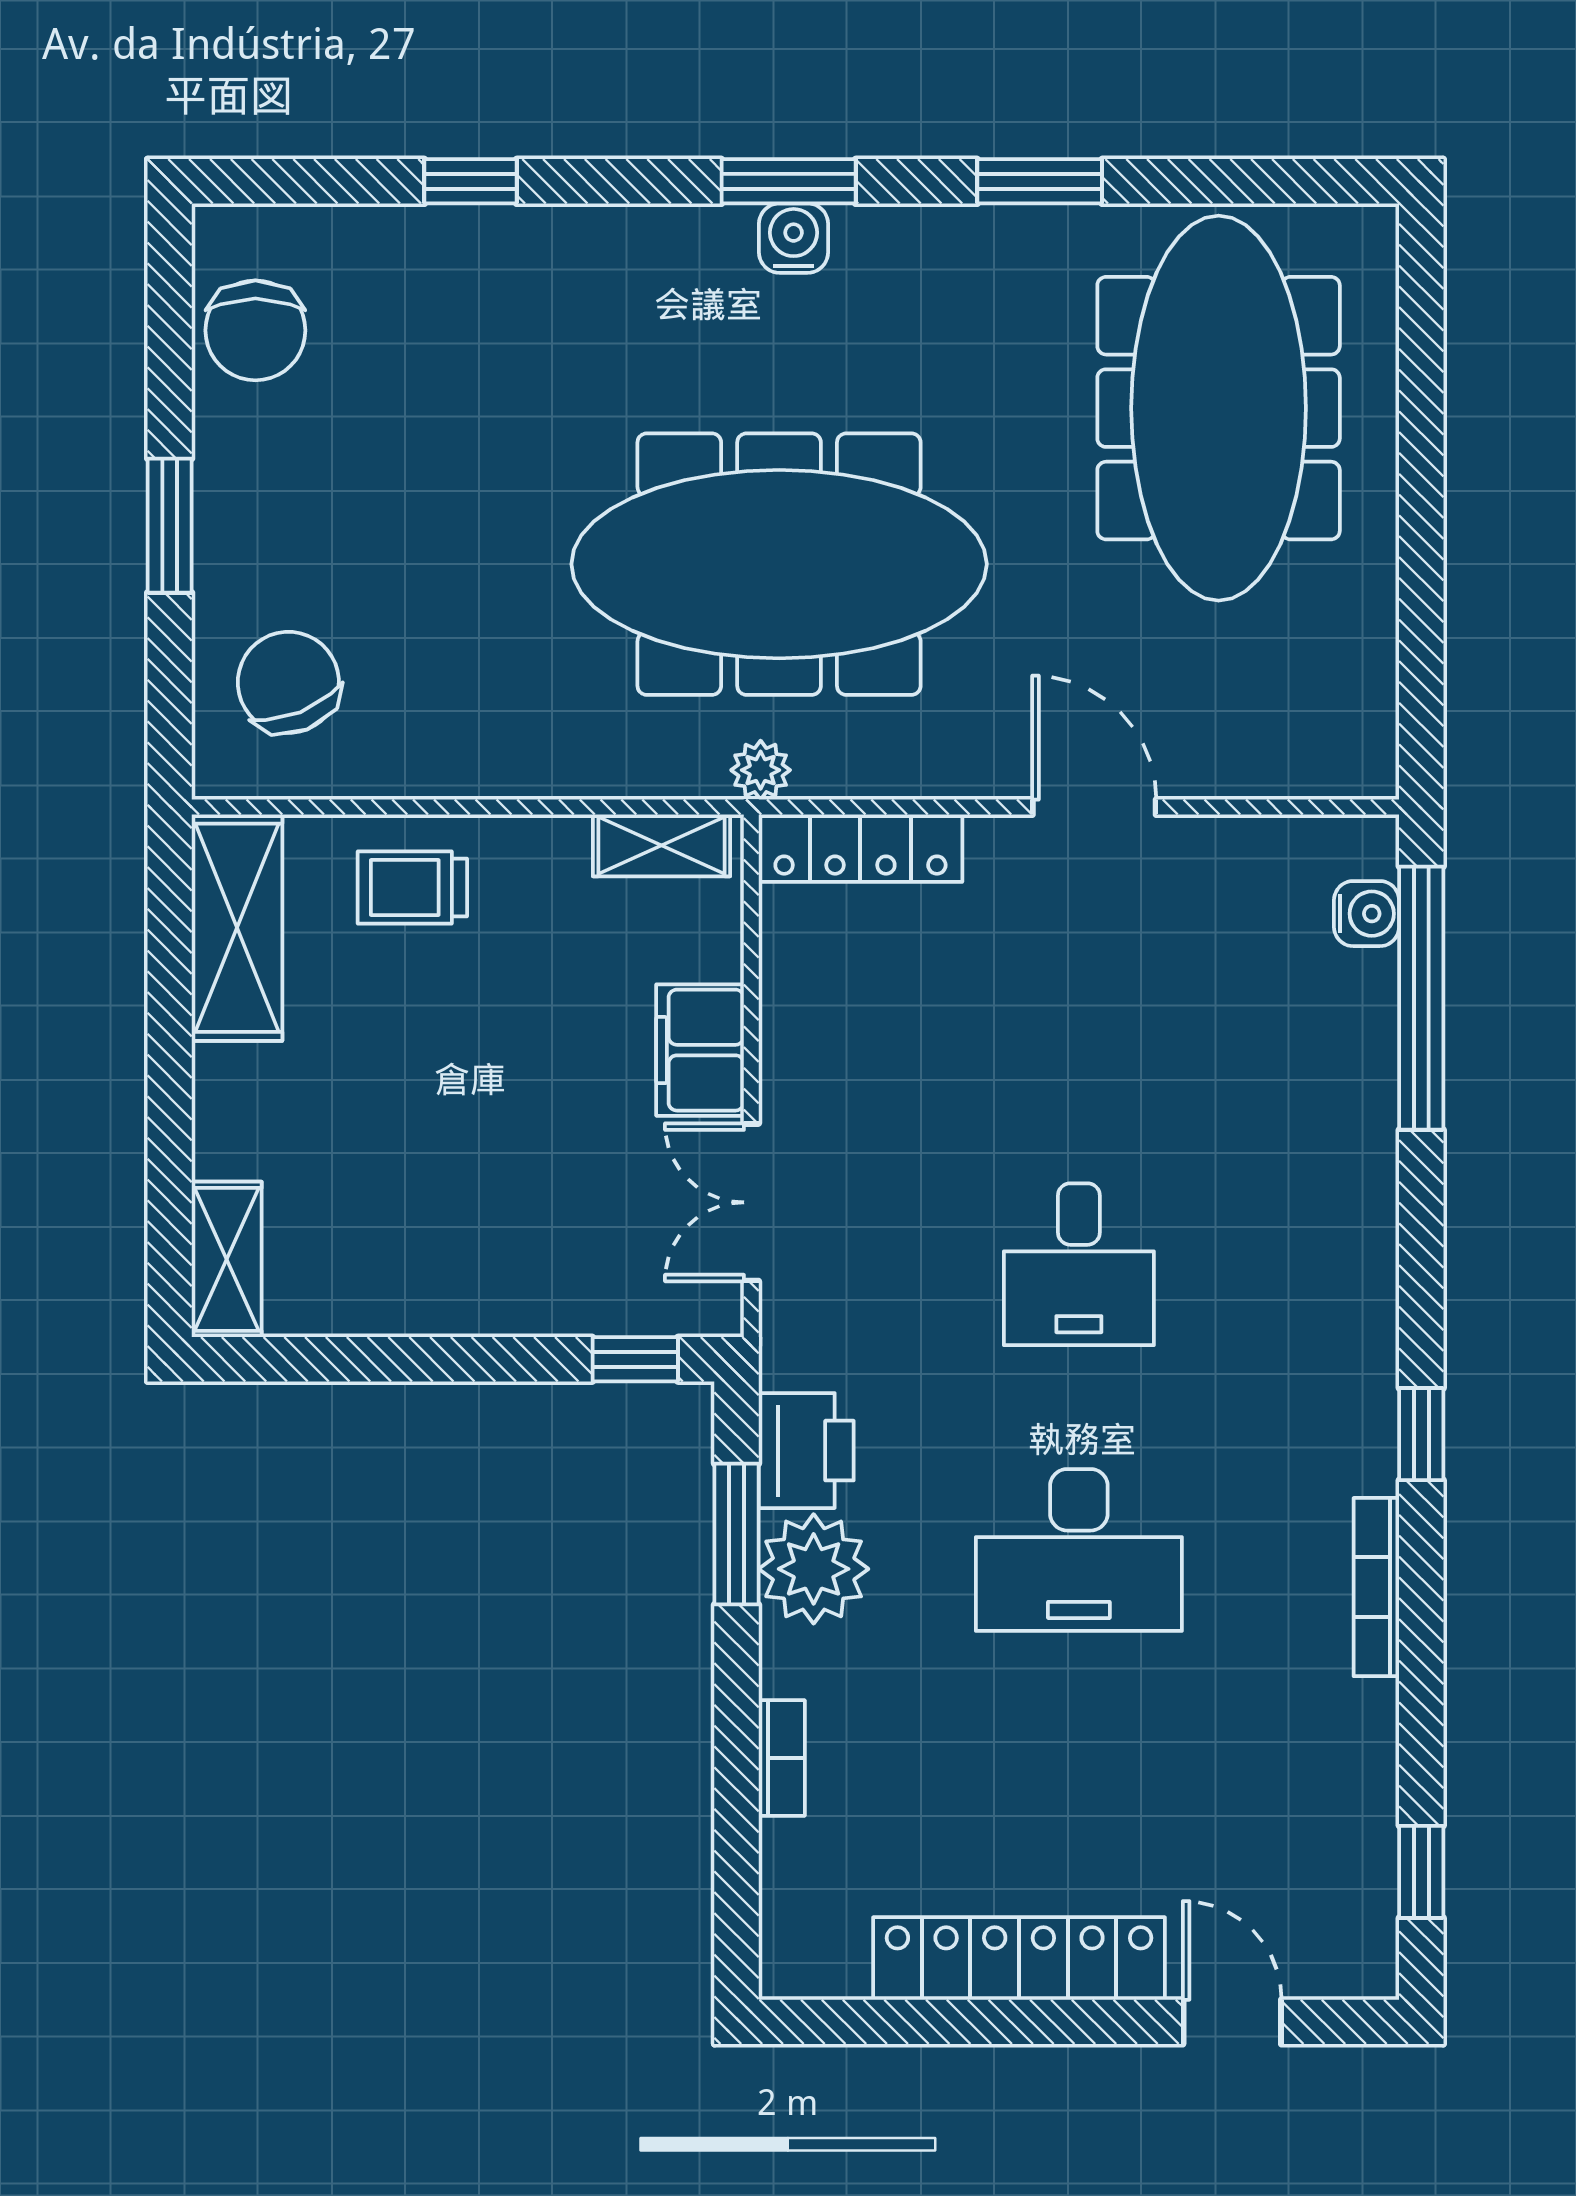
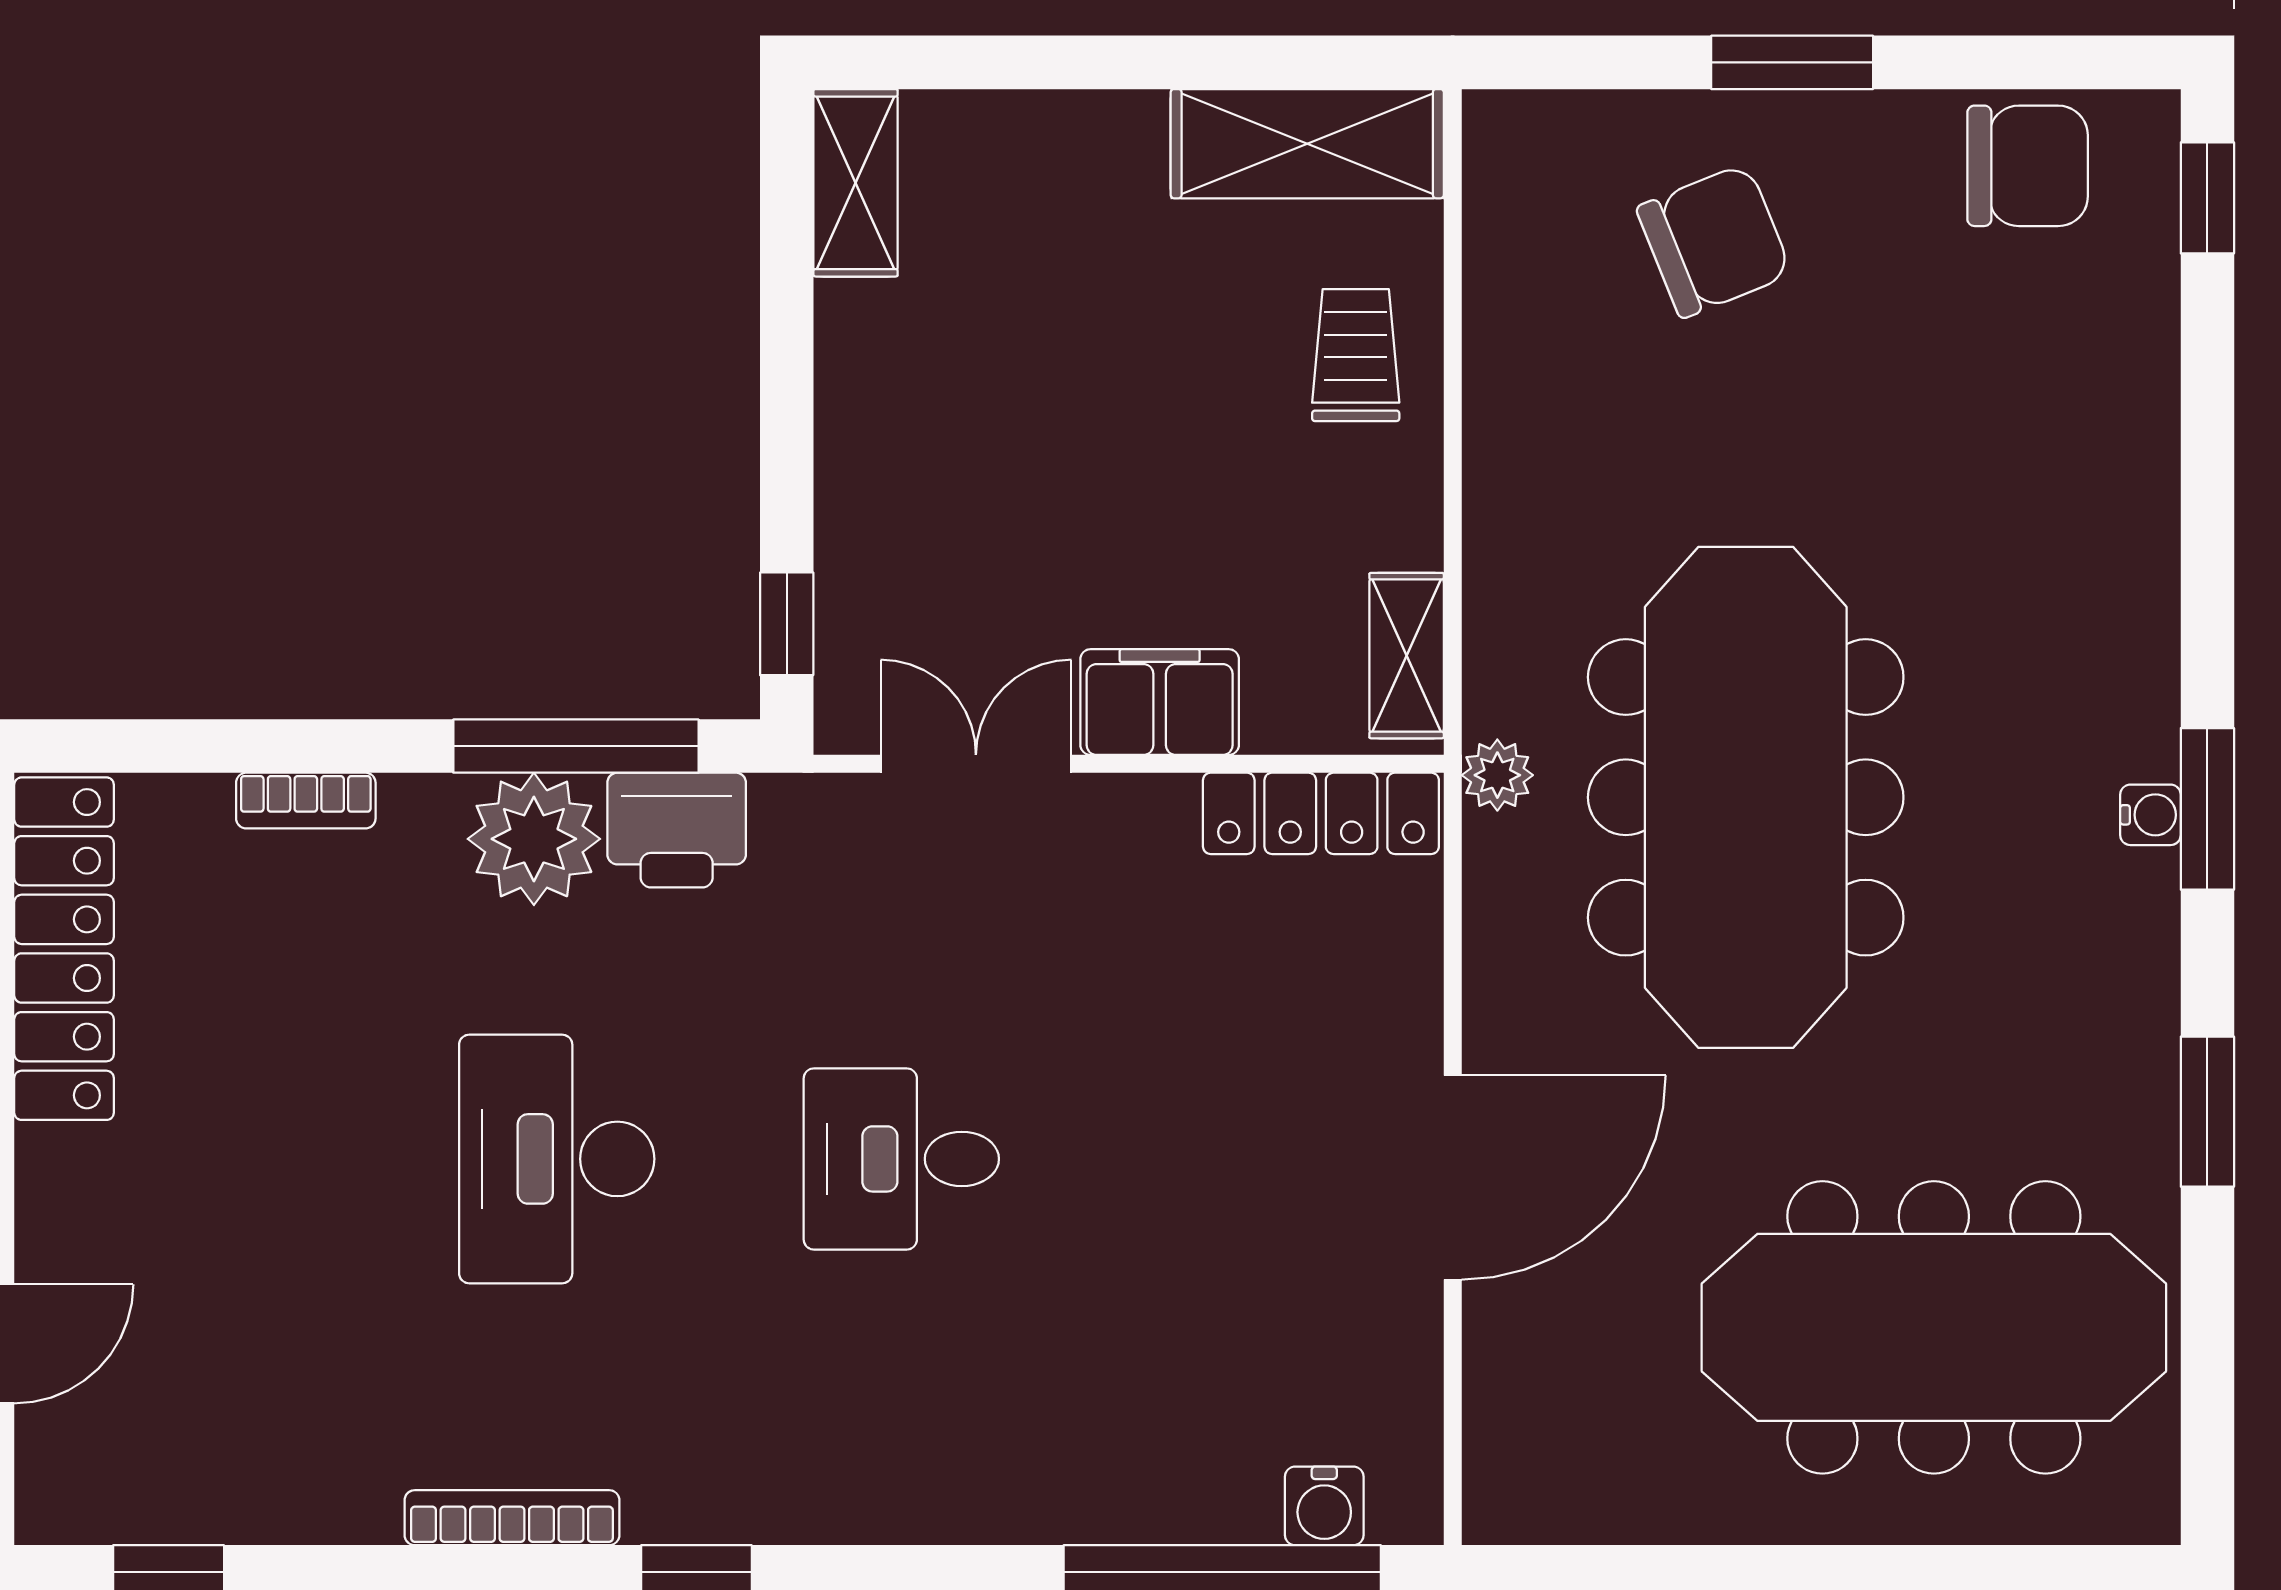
window: (470, 181) -> (2207, 198), moved
water cooler: (794, 238) -> (2150, 815), width x0.72, depth x0.72
chair: (255, 330) -> (2028, 166), turned 180
chair: (288, 682) -> (1714, 241), moved
door: (1094, 807) -> (1453, 1178), width x1.36
locker: (860, 848) -> (1321, 813), moved, turned -90
shelving: (227, 1259) -> (856, 183), moved, turned 90
window: (737, 1534) -> (576, 746), width x1.44
locker: (1019, 1958) -> (64, 949), moved

